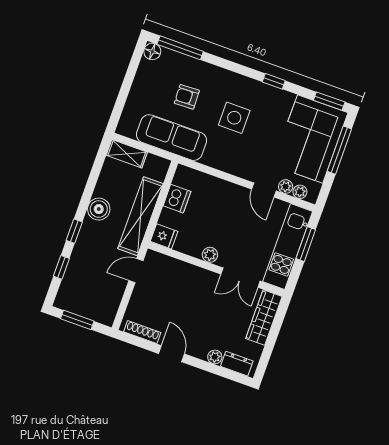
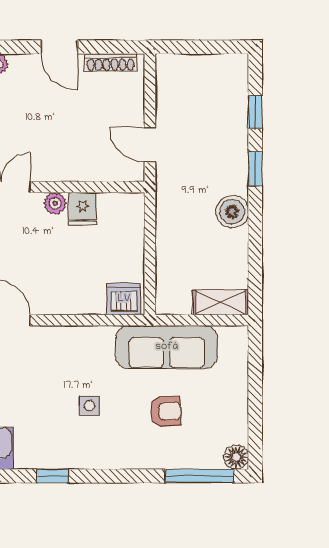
side table: (234, 118) -> (89, 406), width x0.54, depth x0.54
dishwasher: (177, 199) -> (124, 299), moved, turned 90
shelving: (141, 216) -> (171, 223), removed
fridge: (164, 236) -> (82, 209), moved, turned -90
door: (136, 271) -> (150, 145), swing flipped
window: (77, 320) -> (207, 47), removed

